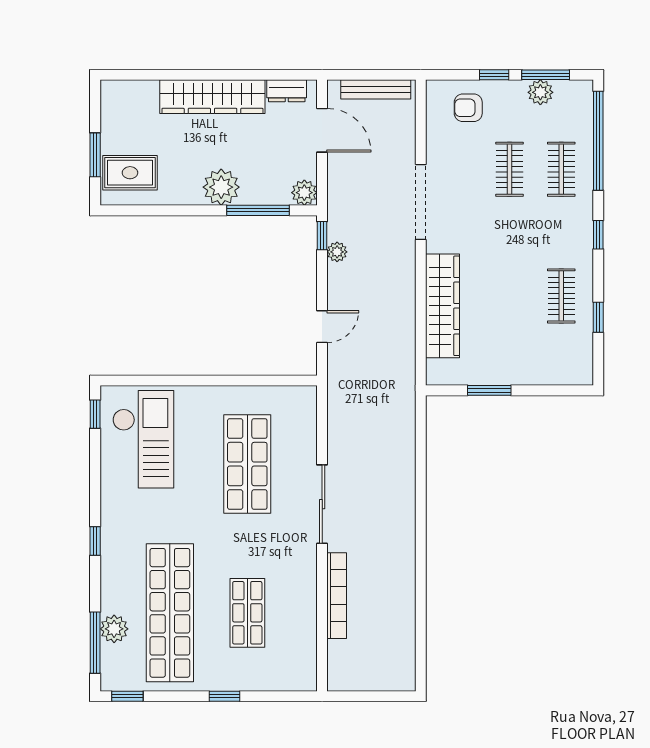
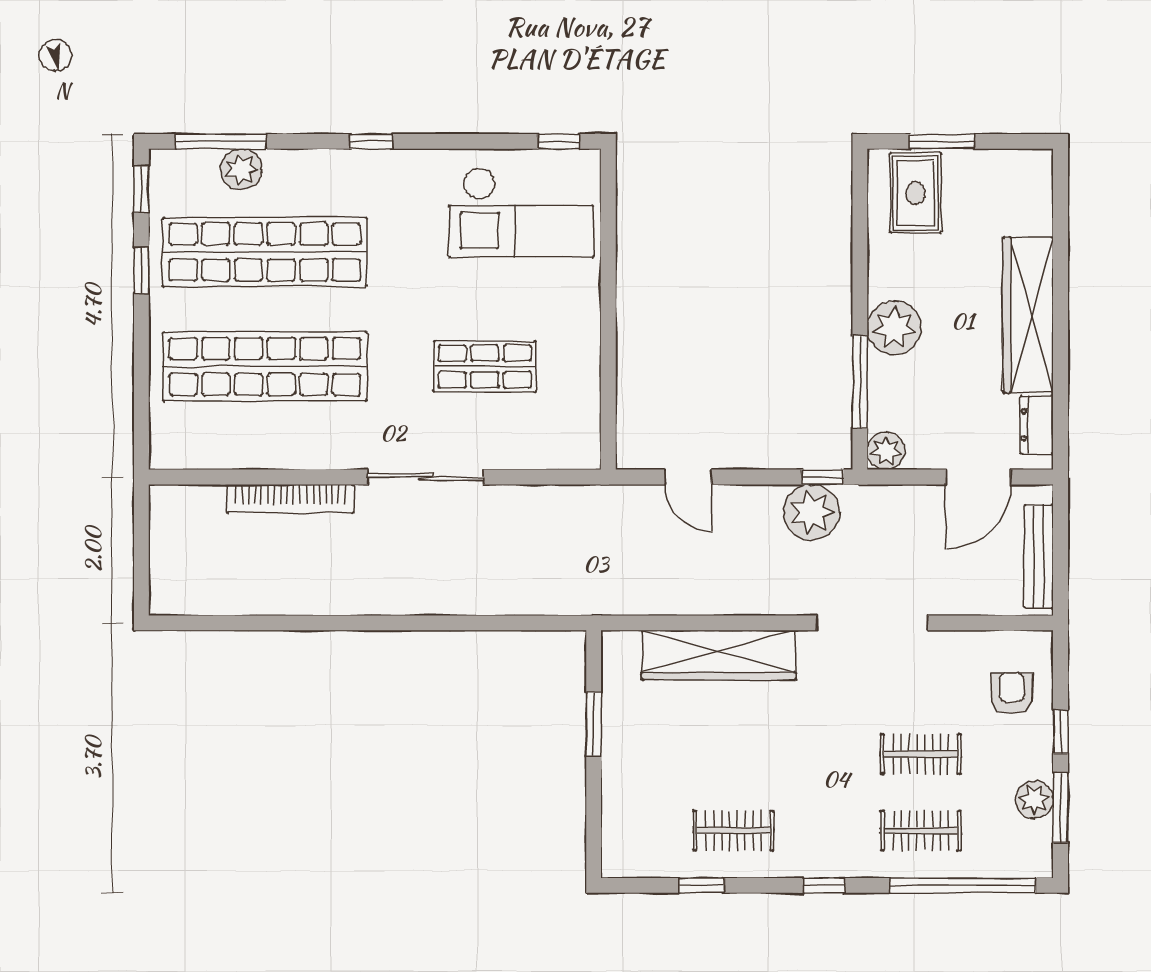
plant: (337, 252) -> (812, 512), width x1.88, depth x1.88
shop shelf: (247, 464) -> (485, 366), width x0.70, depth x0.74
shop shelf: (247, 613) -> (265, 366), width x2.00, depth x1.36
window: (224, 696) -> (141, 271), moved

